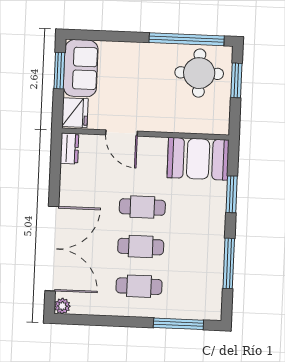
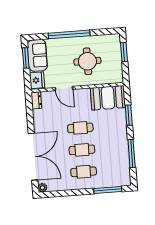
window: (187, 39) -> (69, 34), moved
round table: (199, 73) -> (87, 61), moved

